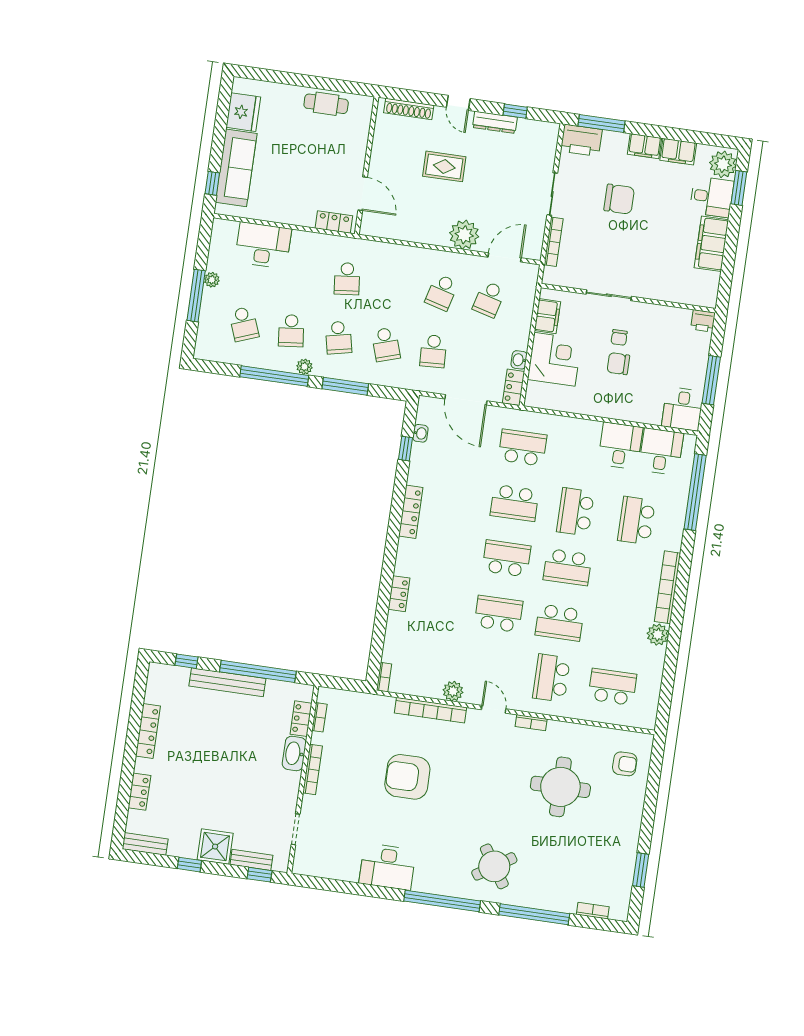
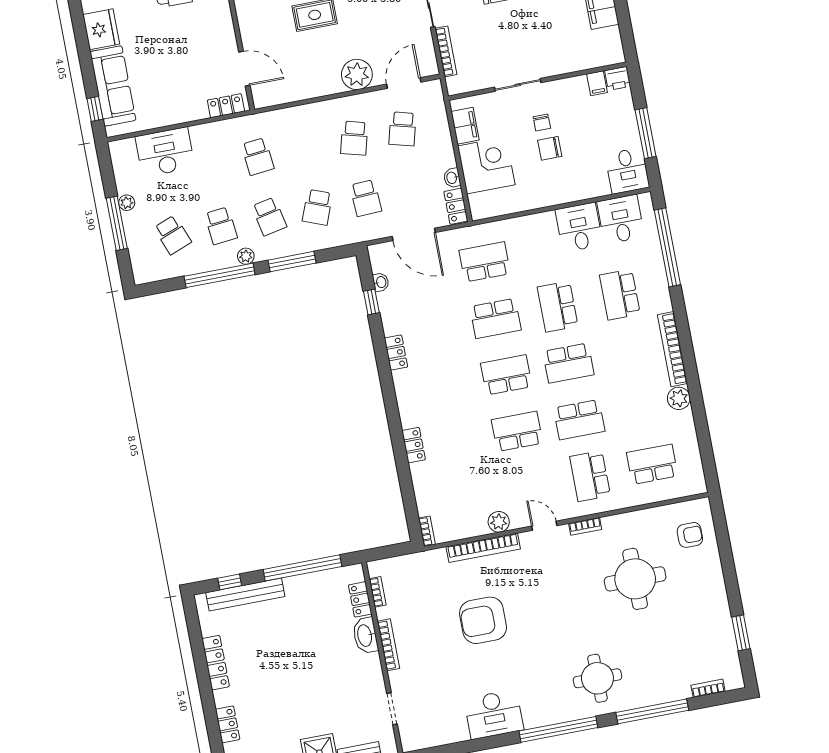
filing cabinet: (682, 319) -> (597, 83), added
school desk: (386, 344) -> (317, 207), turned 39
locker: (411, 512) -> (396, 353), width x0.66
bench: (227, 682) -> (245, 595), moved
round table: (494, 866) -> (597, 678), turned 33

